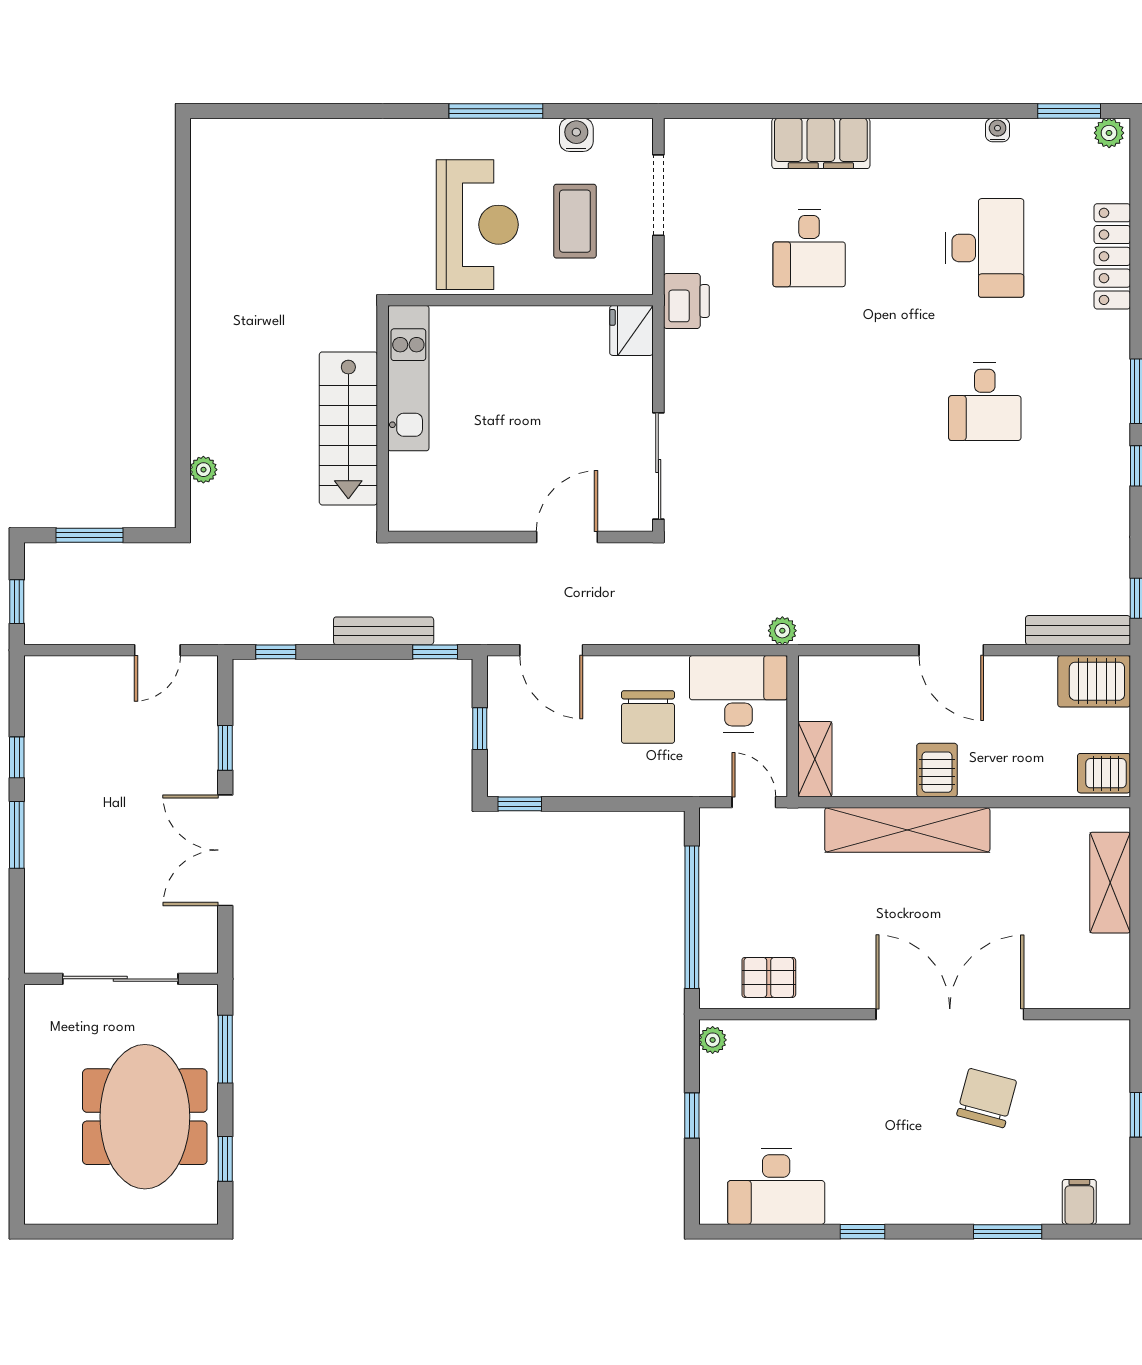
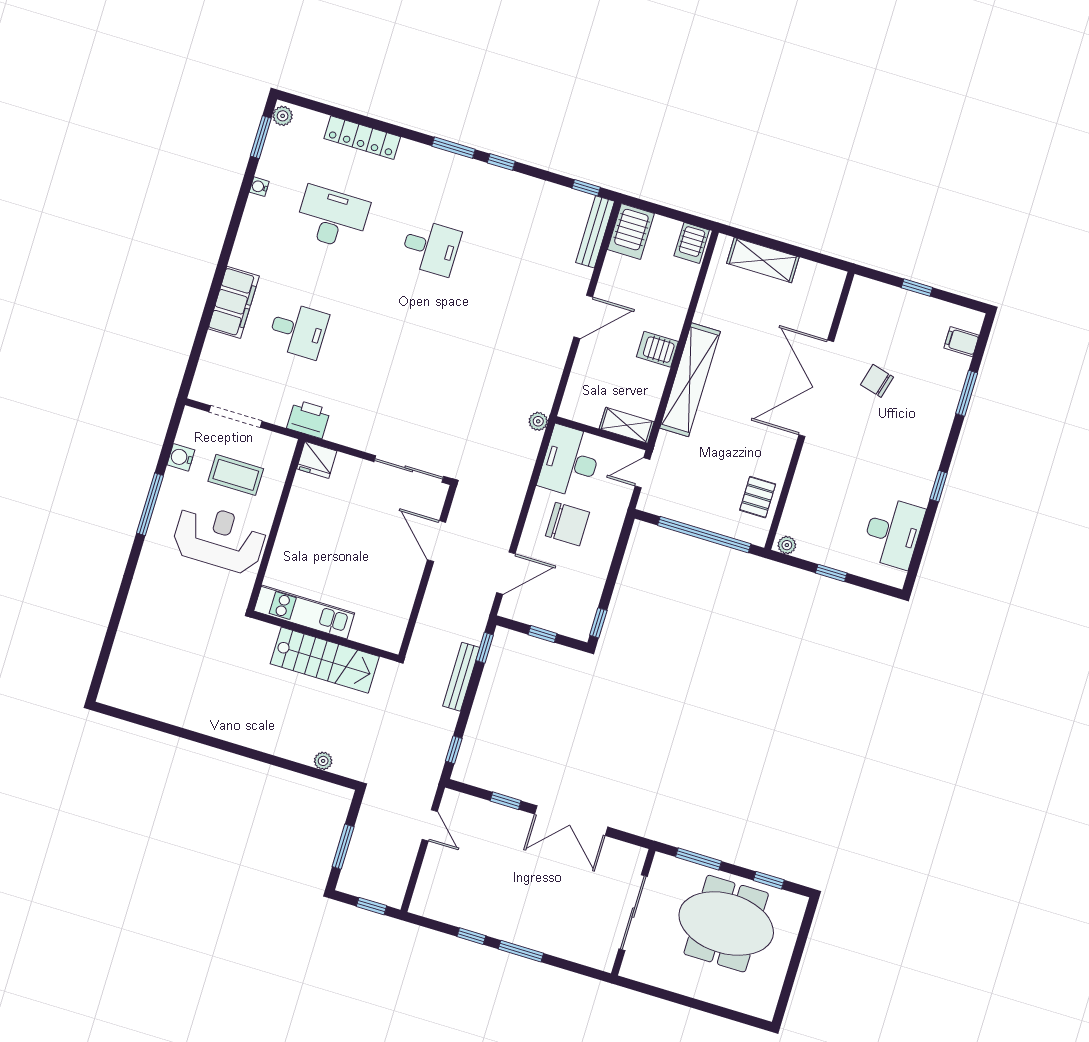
chair: (987, 1098) -> (877, 381), width x0.73, depth x0.73

